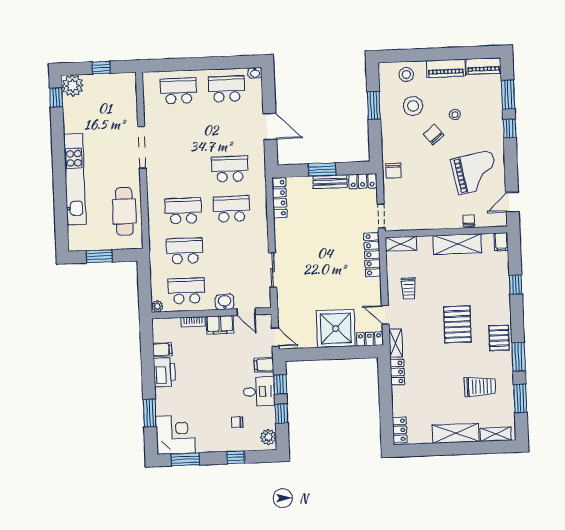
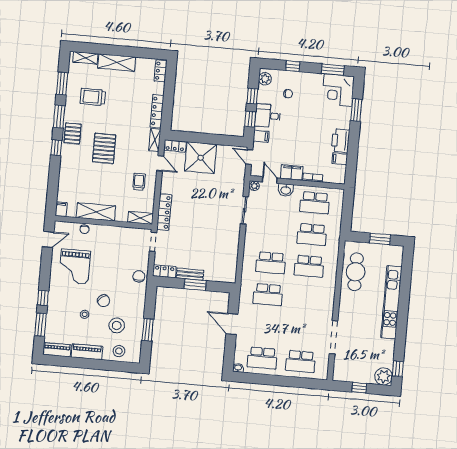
doorway: (142, 147) -> (334, 337), moved
grand piano: (475, 172) -> (75, 267), turned -79
locker: (280, 198) -> (232, 267), removed
window: (516, 285) -> (56, 148), moved
plant: (157, 306) -> (254, 186), moved
locker: (397, 372) -> (157, 111), width x1.53

